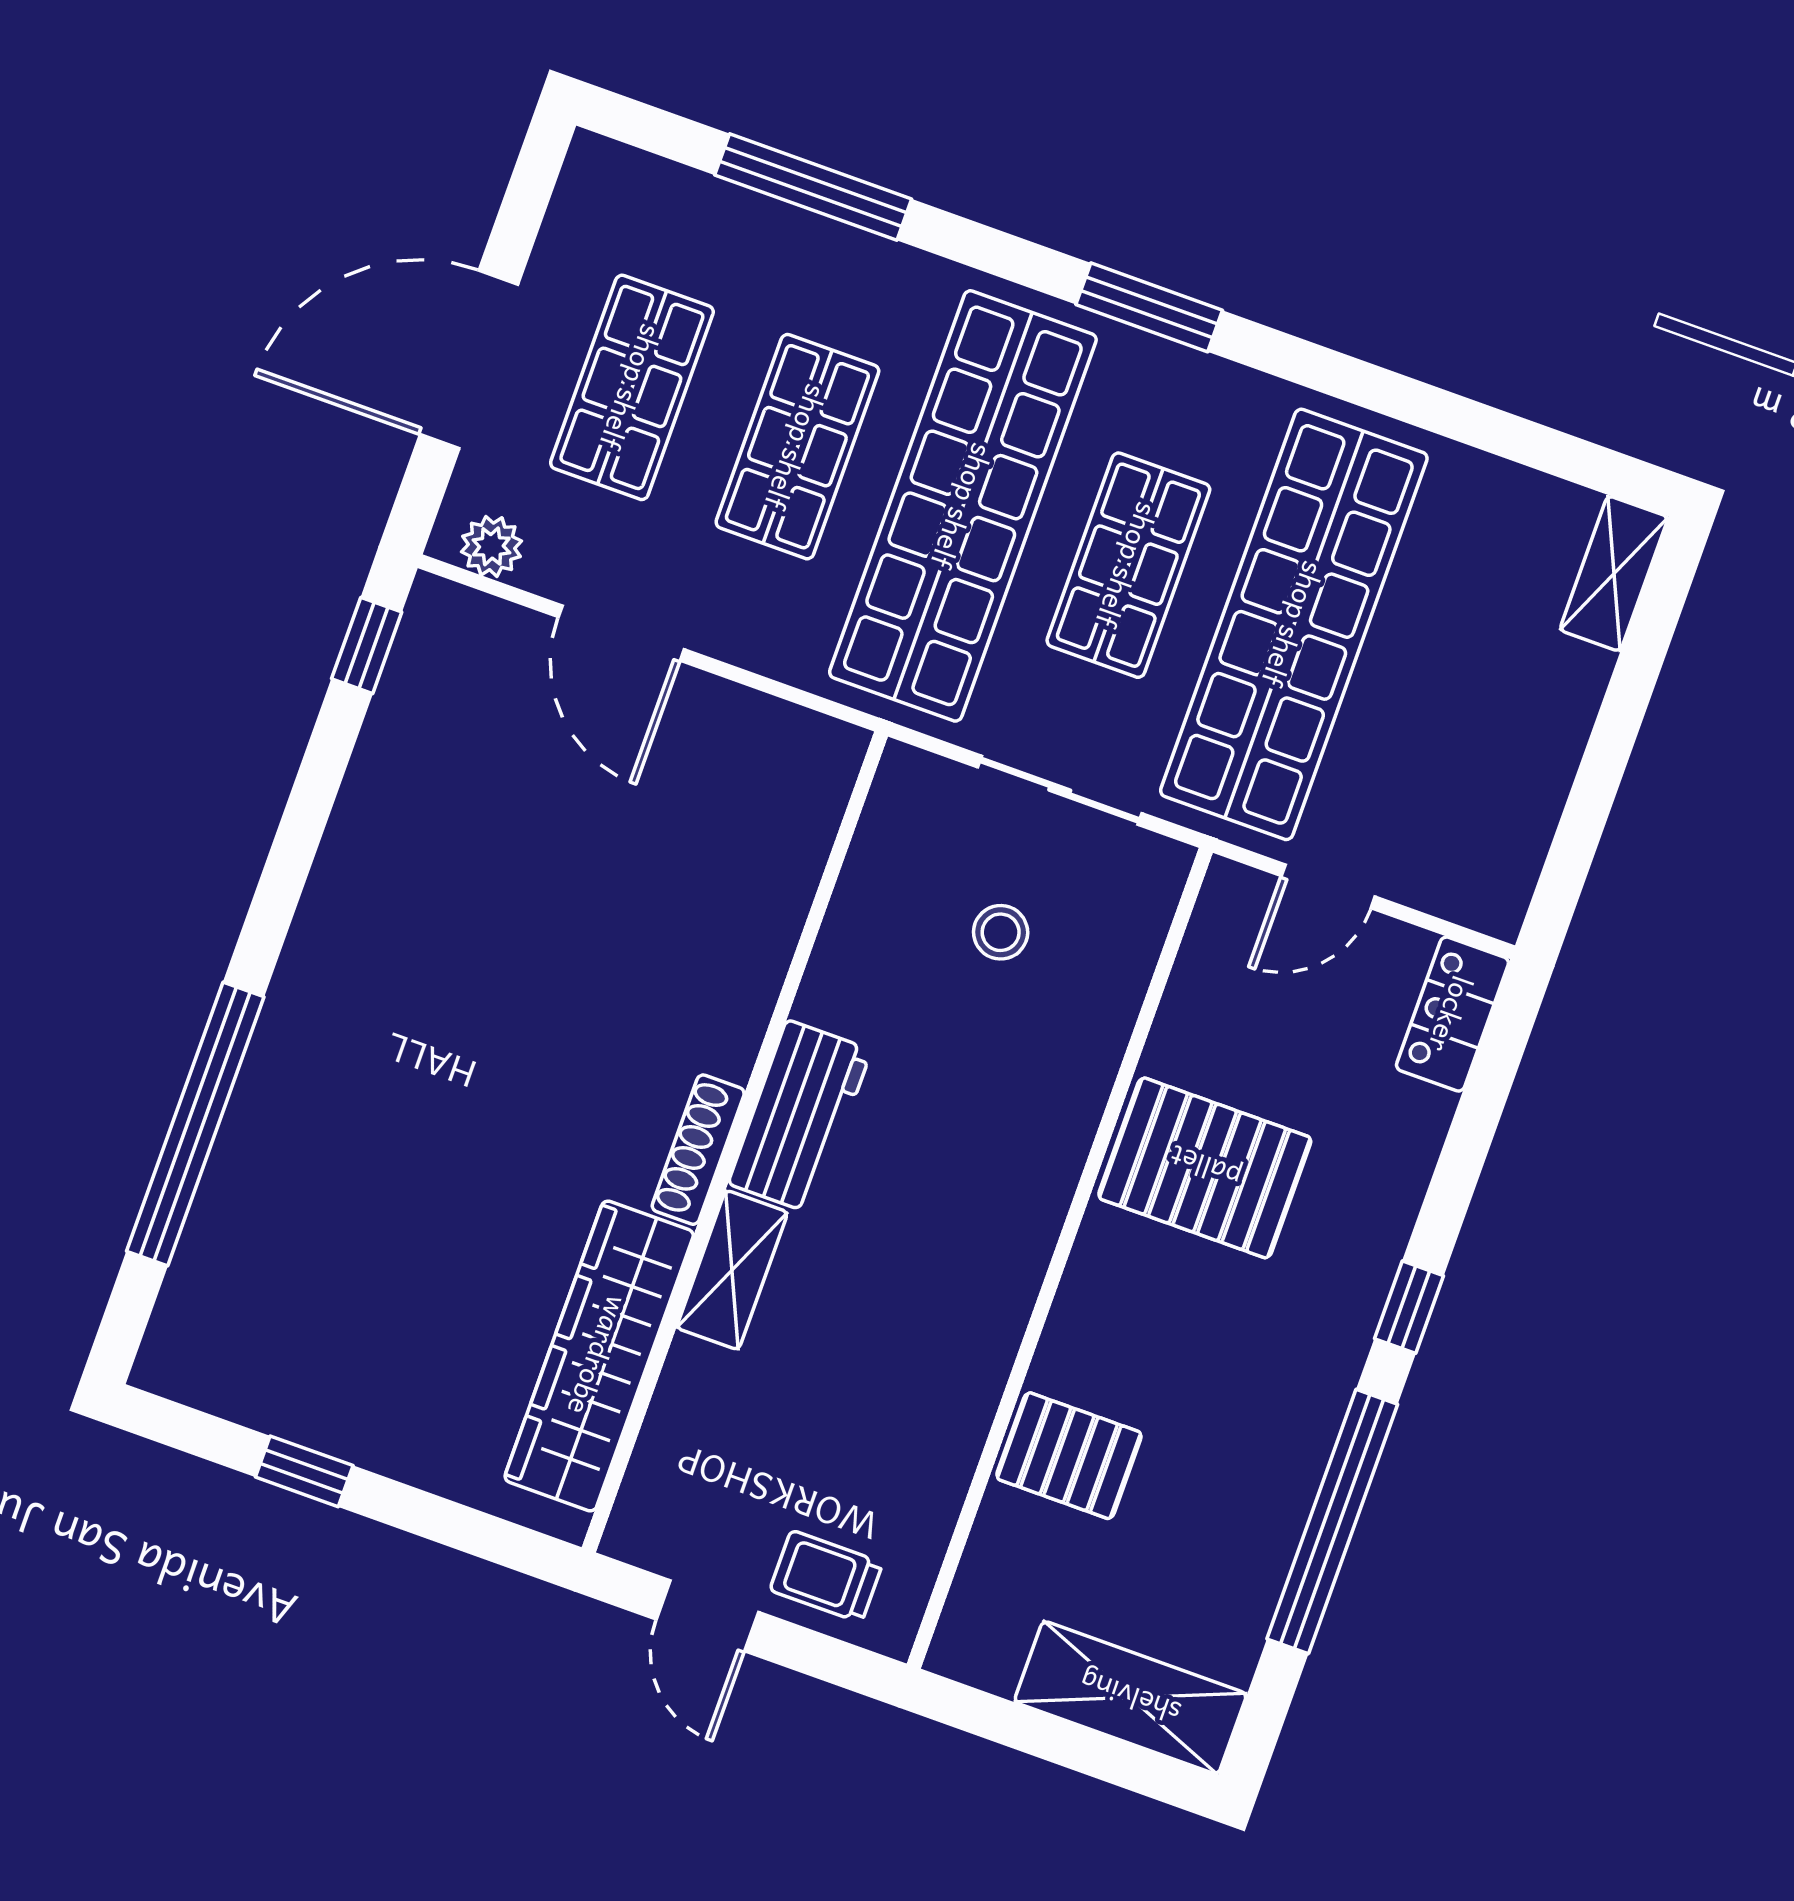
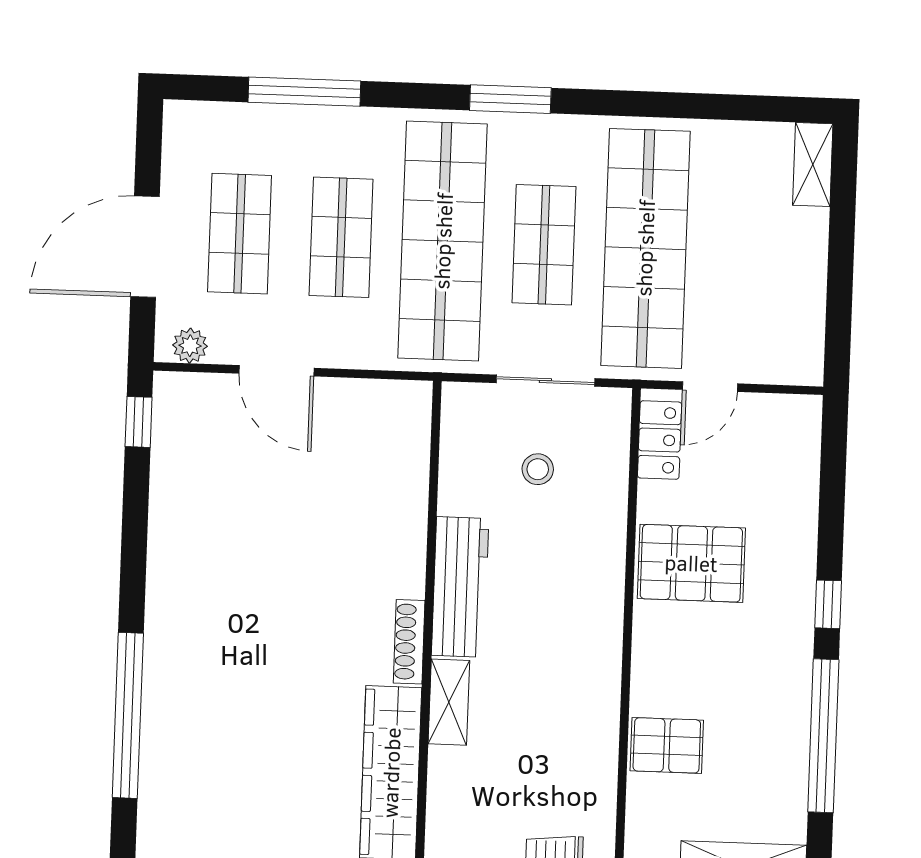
locker: (1452, 1014) -> (660, 440), moved, turned 180
workbench: (800, 1117) -> (460, 587), width x1.38

